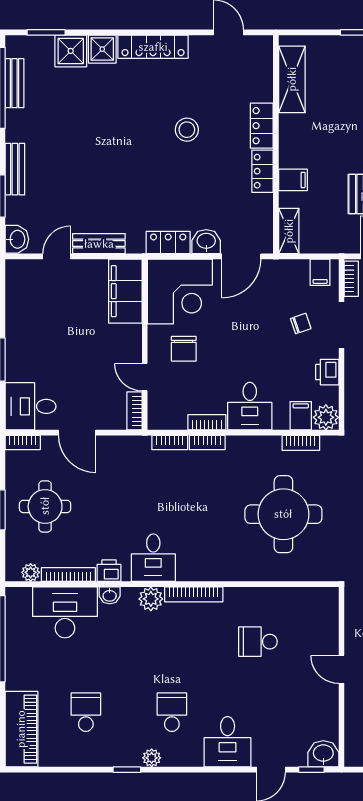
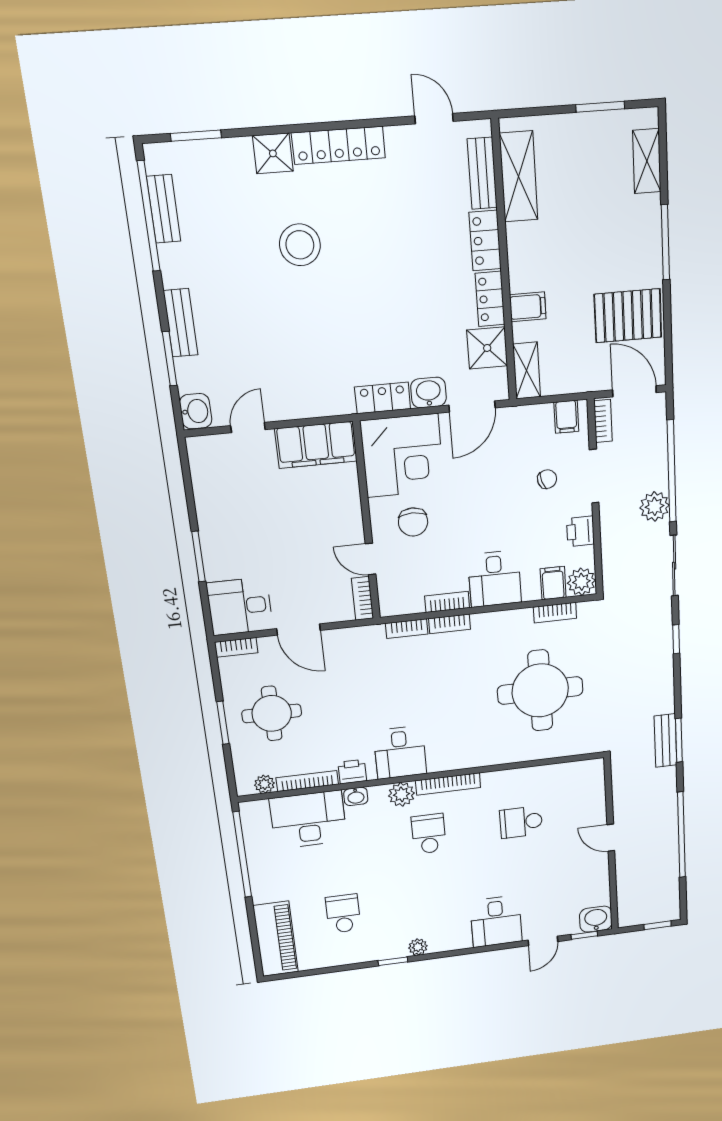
shower: (71, 51) -> (487, 348), moved
stool: (187, 130) -> (300, 245), moved, width x1.38, depth x1.38
bench: (99, 244) -> (482, 173), moved, turned 90
filing cabinet: (125, 291) -> (316, 445), moved, turned -90
school desk: (172, 712) -> (429, 834), moved

